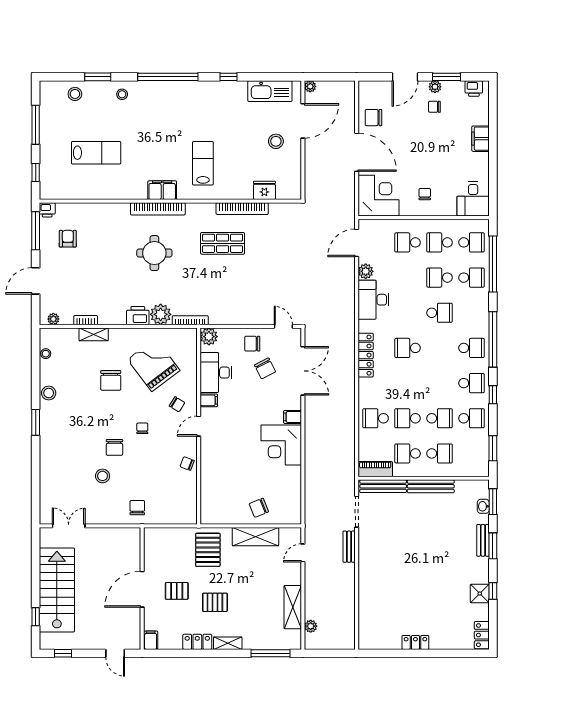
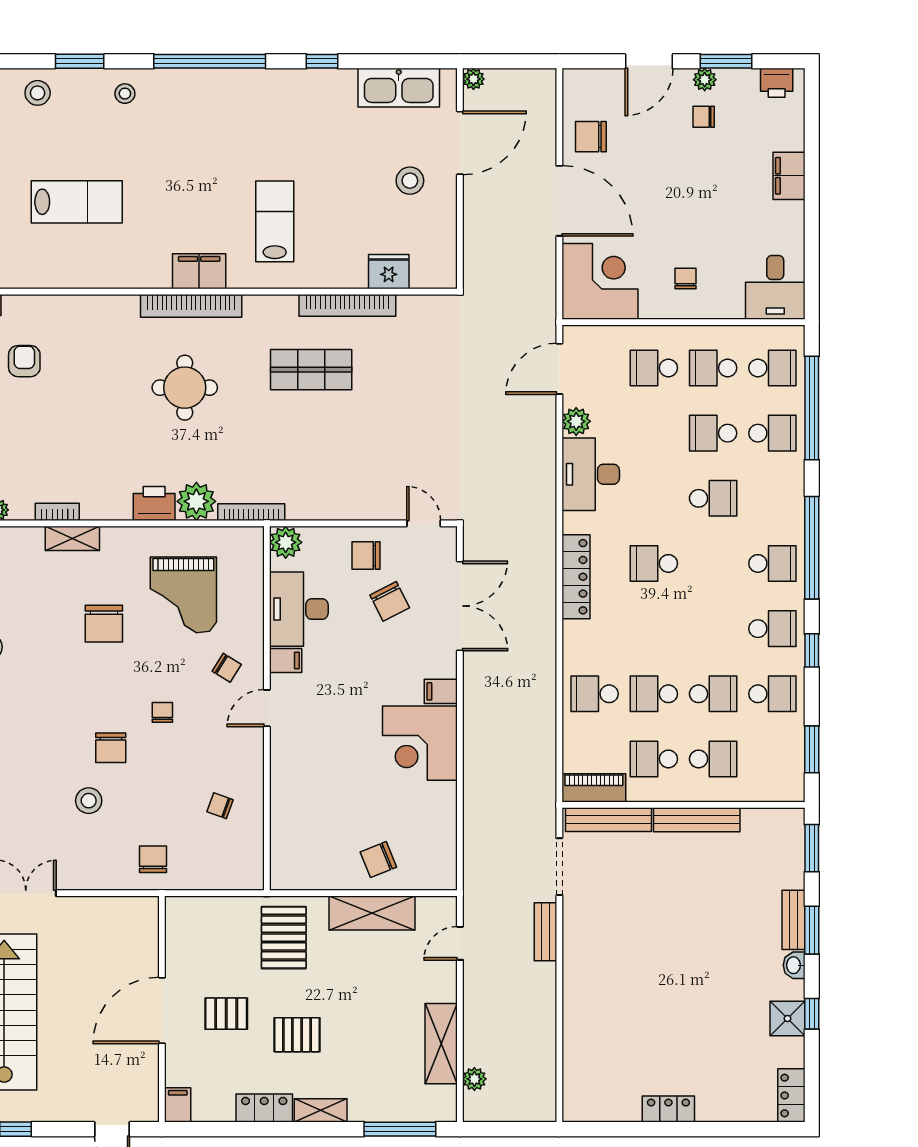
grand piano: (154, 365) -> (183, 595), turned -143
chair: (187, 464) -> (220, 806), moved
washbasin: (483, 506) -> (794, 965), moved

